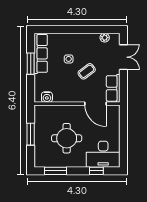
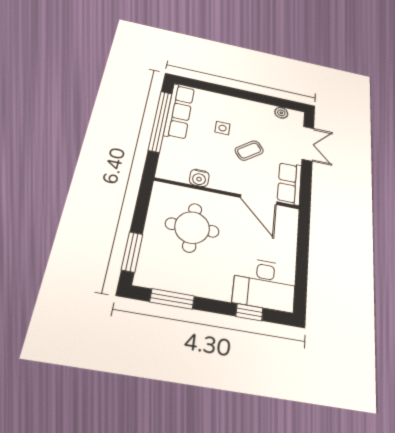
window: (31, 64) -> (160, 121), width x2.11
water cooler: (47, 97) -> (199, 178), moved
window: (31, 134) -> (132, 252), moved
round table: (67, 138) -> (192, 228), moved

